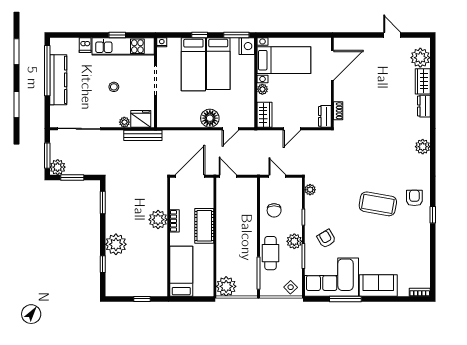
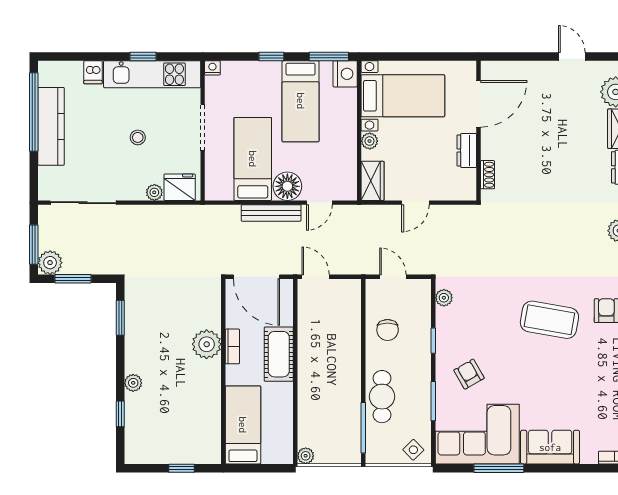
bed: (193, 64) -> (253, 159), moved, turned 180
dresser: (325, 116) -> (467, 150), moved
bench: (143, 135) -> (271, 213), moved
door: (190, 176) -> (256, 277), swing flipped
plant: (294, 241) -> (419, 378), removed
plant: (116, 244) -> (133, 383), width x0.53, depth x0.53
plant: (226, 286) -> (306, 456), width x0.53, depth x0.53

